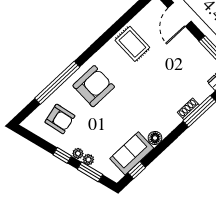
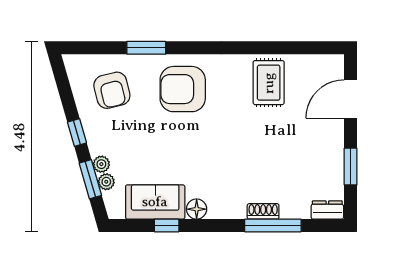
window: (57, 83) -> (146, 48), width x0.47
armchair: (94, 86) -> (183, 89), turned 180
plant: (78, 153) -> (106, 182), moved
window: (137, 170) -> (167, 225), moved

